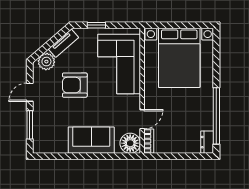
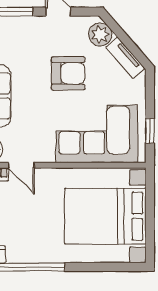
window: (96, 25) -> (150, 131), moved
armchair: (75, 85) -> (68, 73), turned 90

